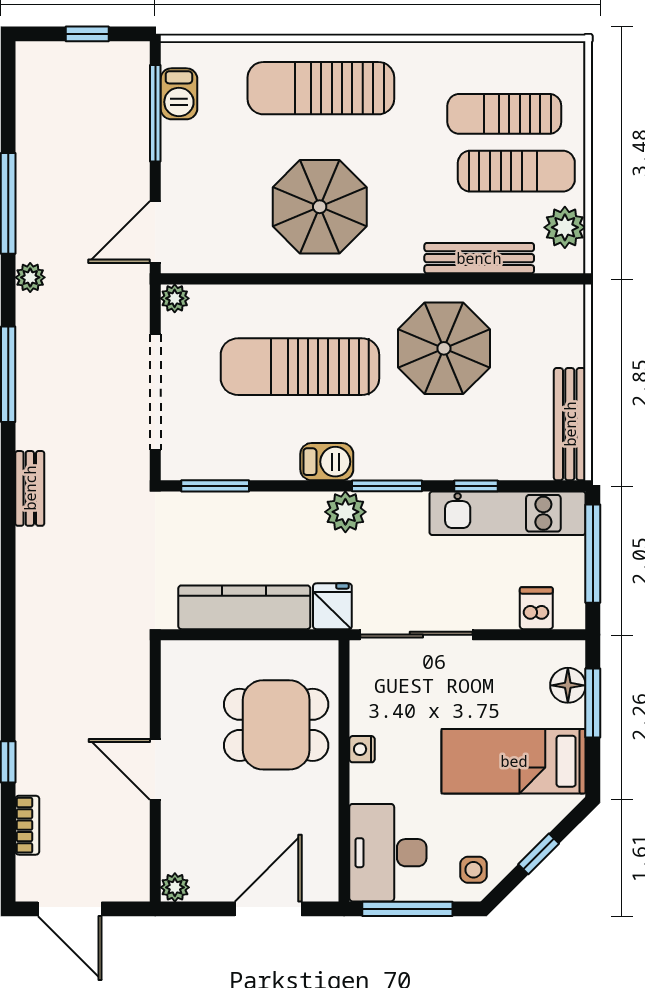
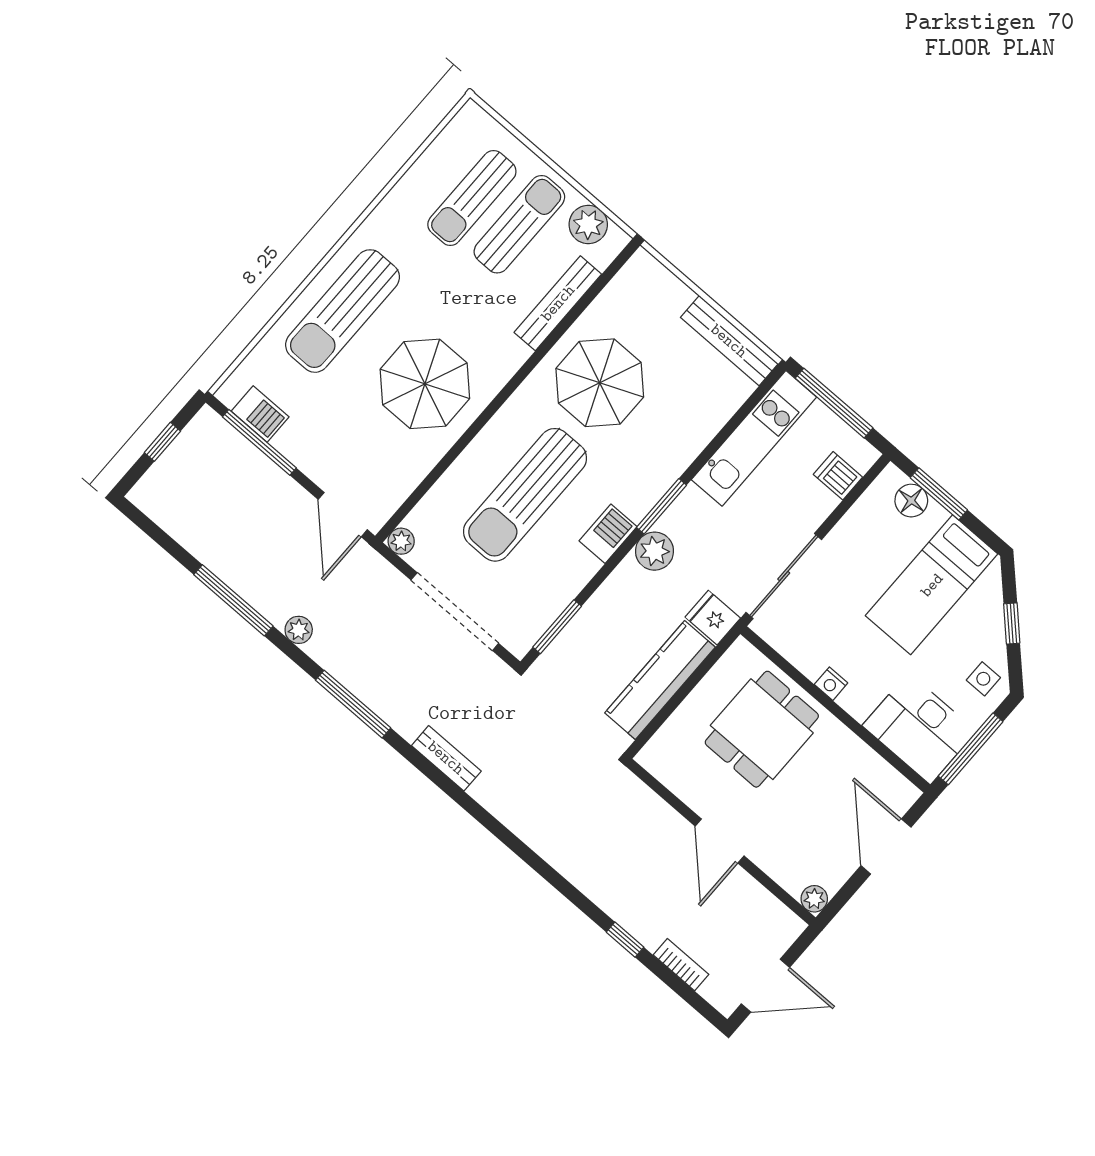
window: (476, 486) -> (716, 444), removed
door: (155, 769) -> (720, 841), hinge flipped

